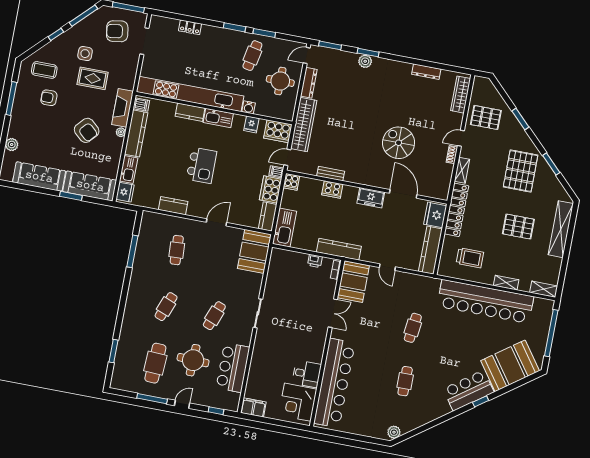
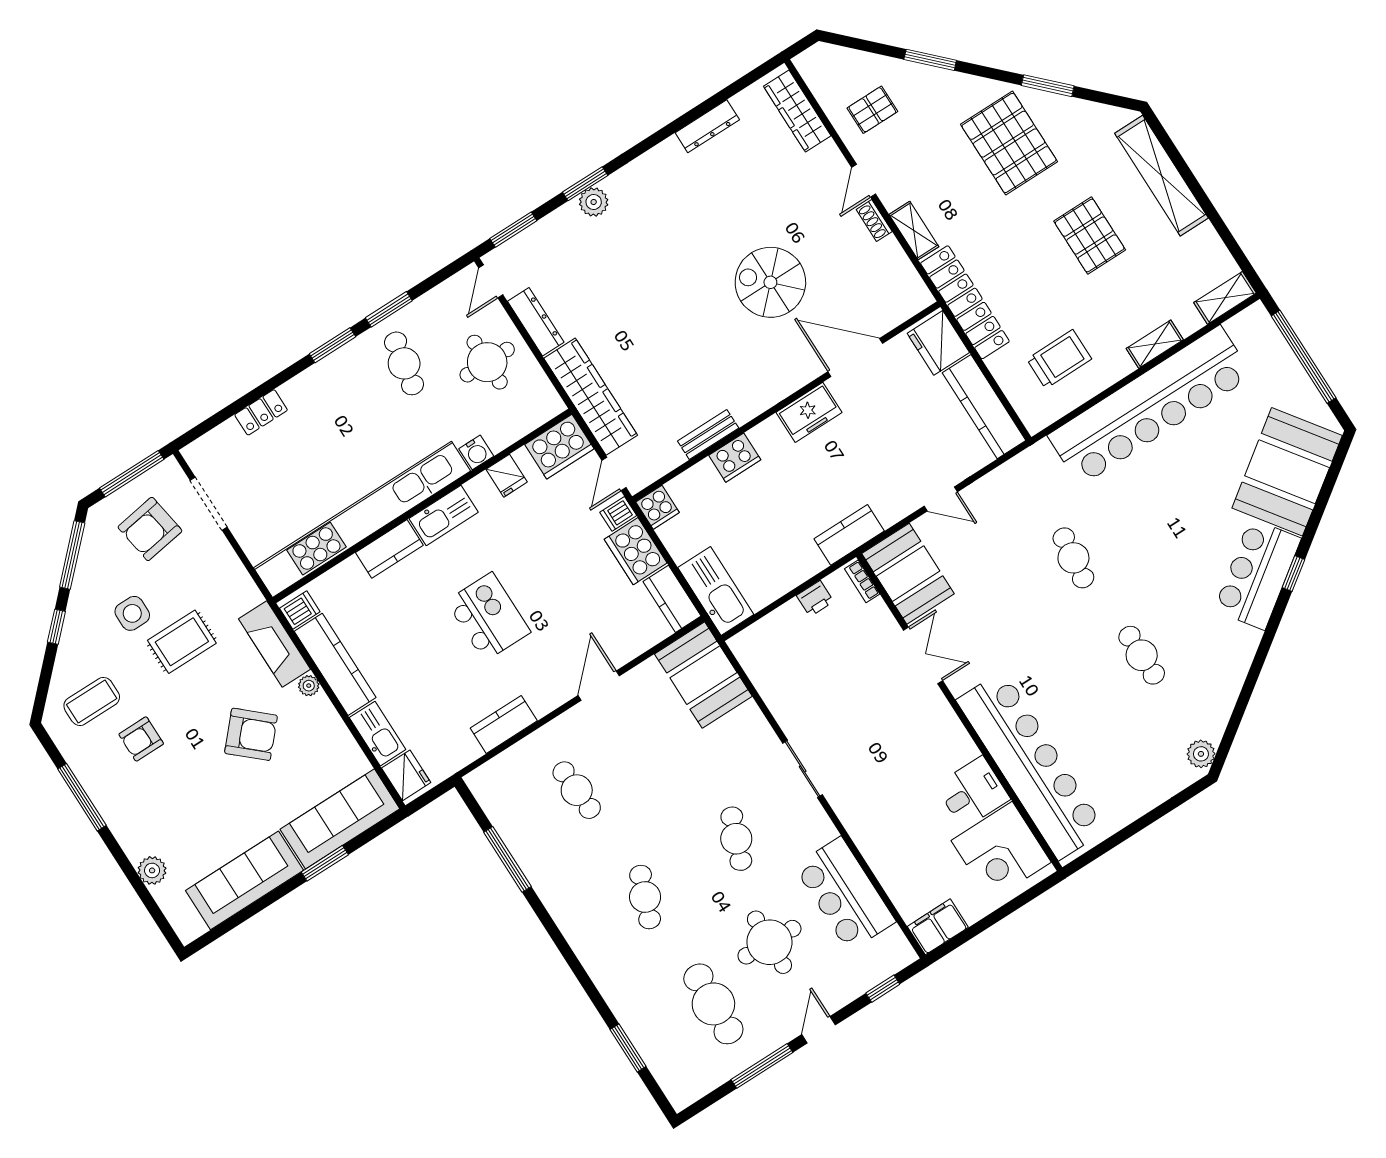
pallet: (486, 117) -> (872, 110), width x0.67, depth x0.71
pallet: (518, 227) -> (1090, 236), turned 90
kitchen counter: (339, 249) -> (849, 535), width x0.67

